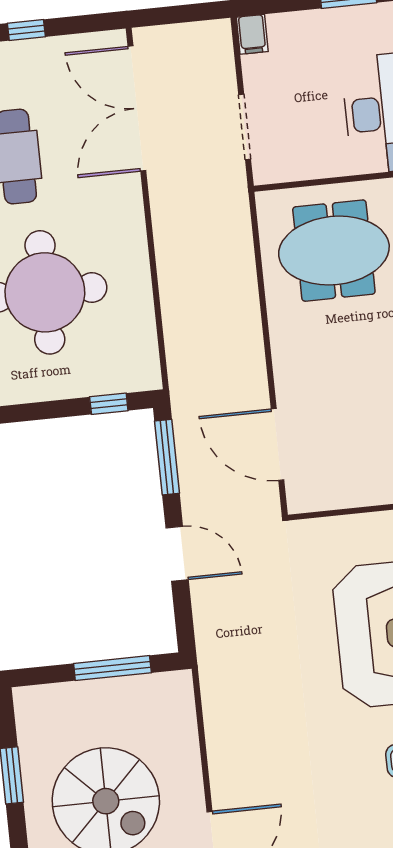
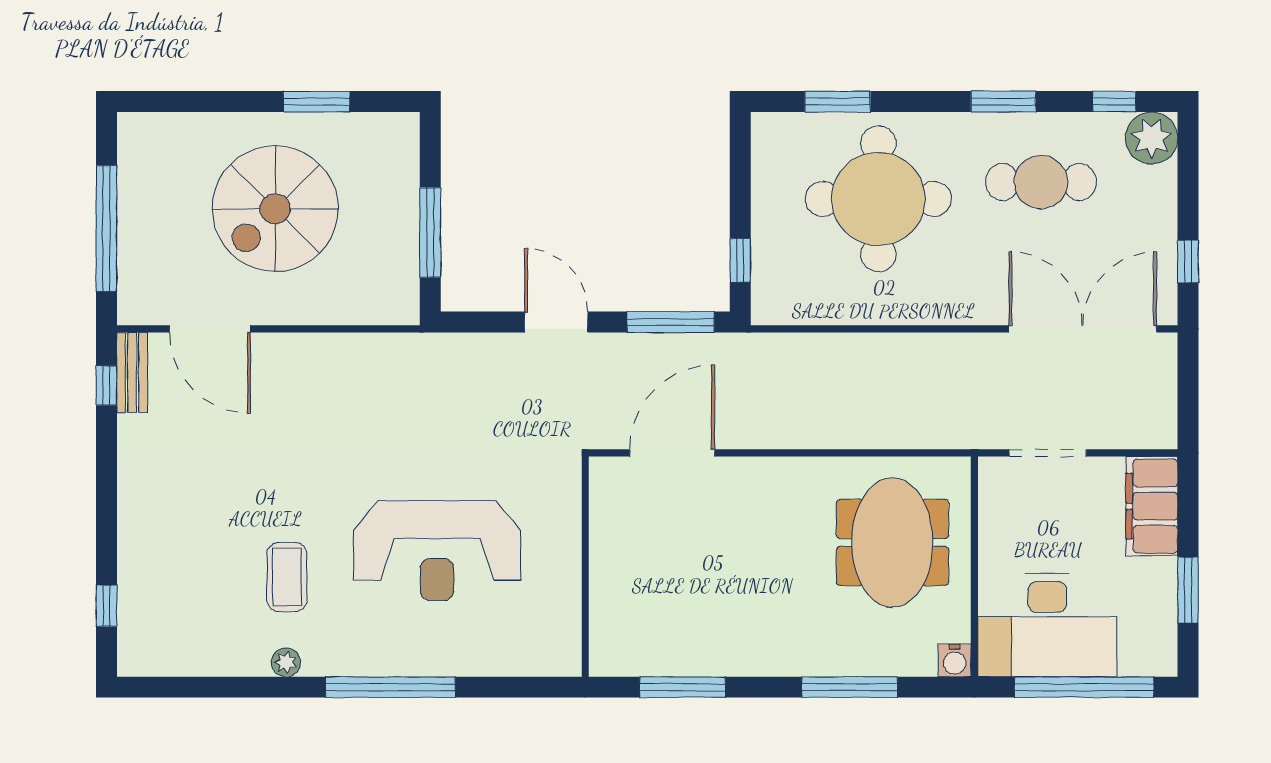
window: (26, 30) -> (1188, 262), moved
filing cabinet: (252, 34) -> (1152, 506), width x3.00, depth x1.17
door: (177, 554) -> (556, 322), swing flipped

